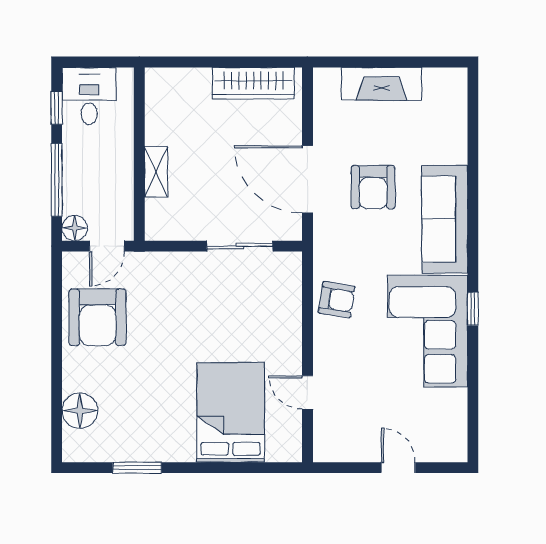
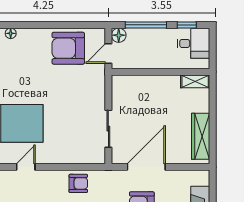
shelving: (156, 172) -> (195, 81), moved
door: (107, 246) -> (108, 53), hinge flipped
armchair: (337, 300) -> (78, 183), turned -99
floor lamp: (80, 411) -> (11, 33), width x0.53, depth x0.53

